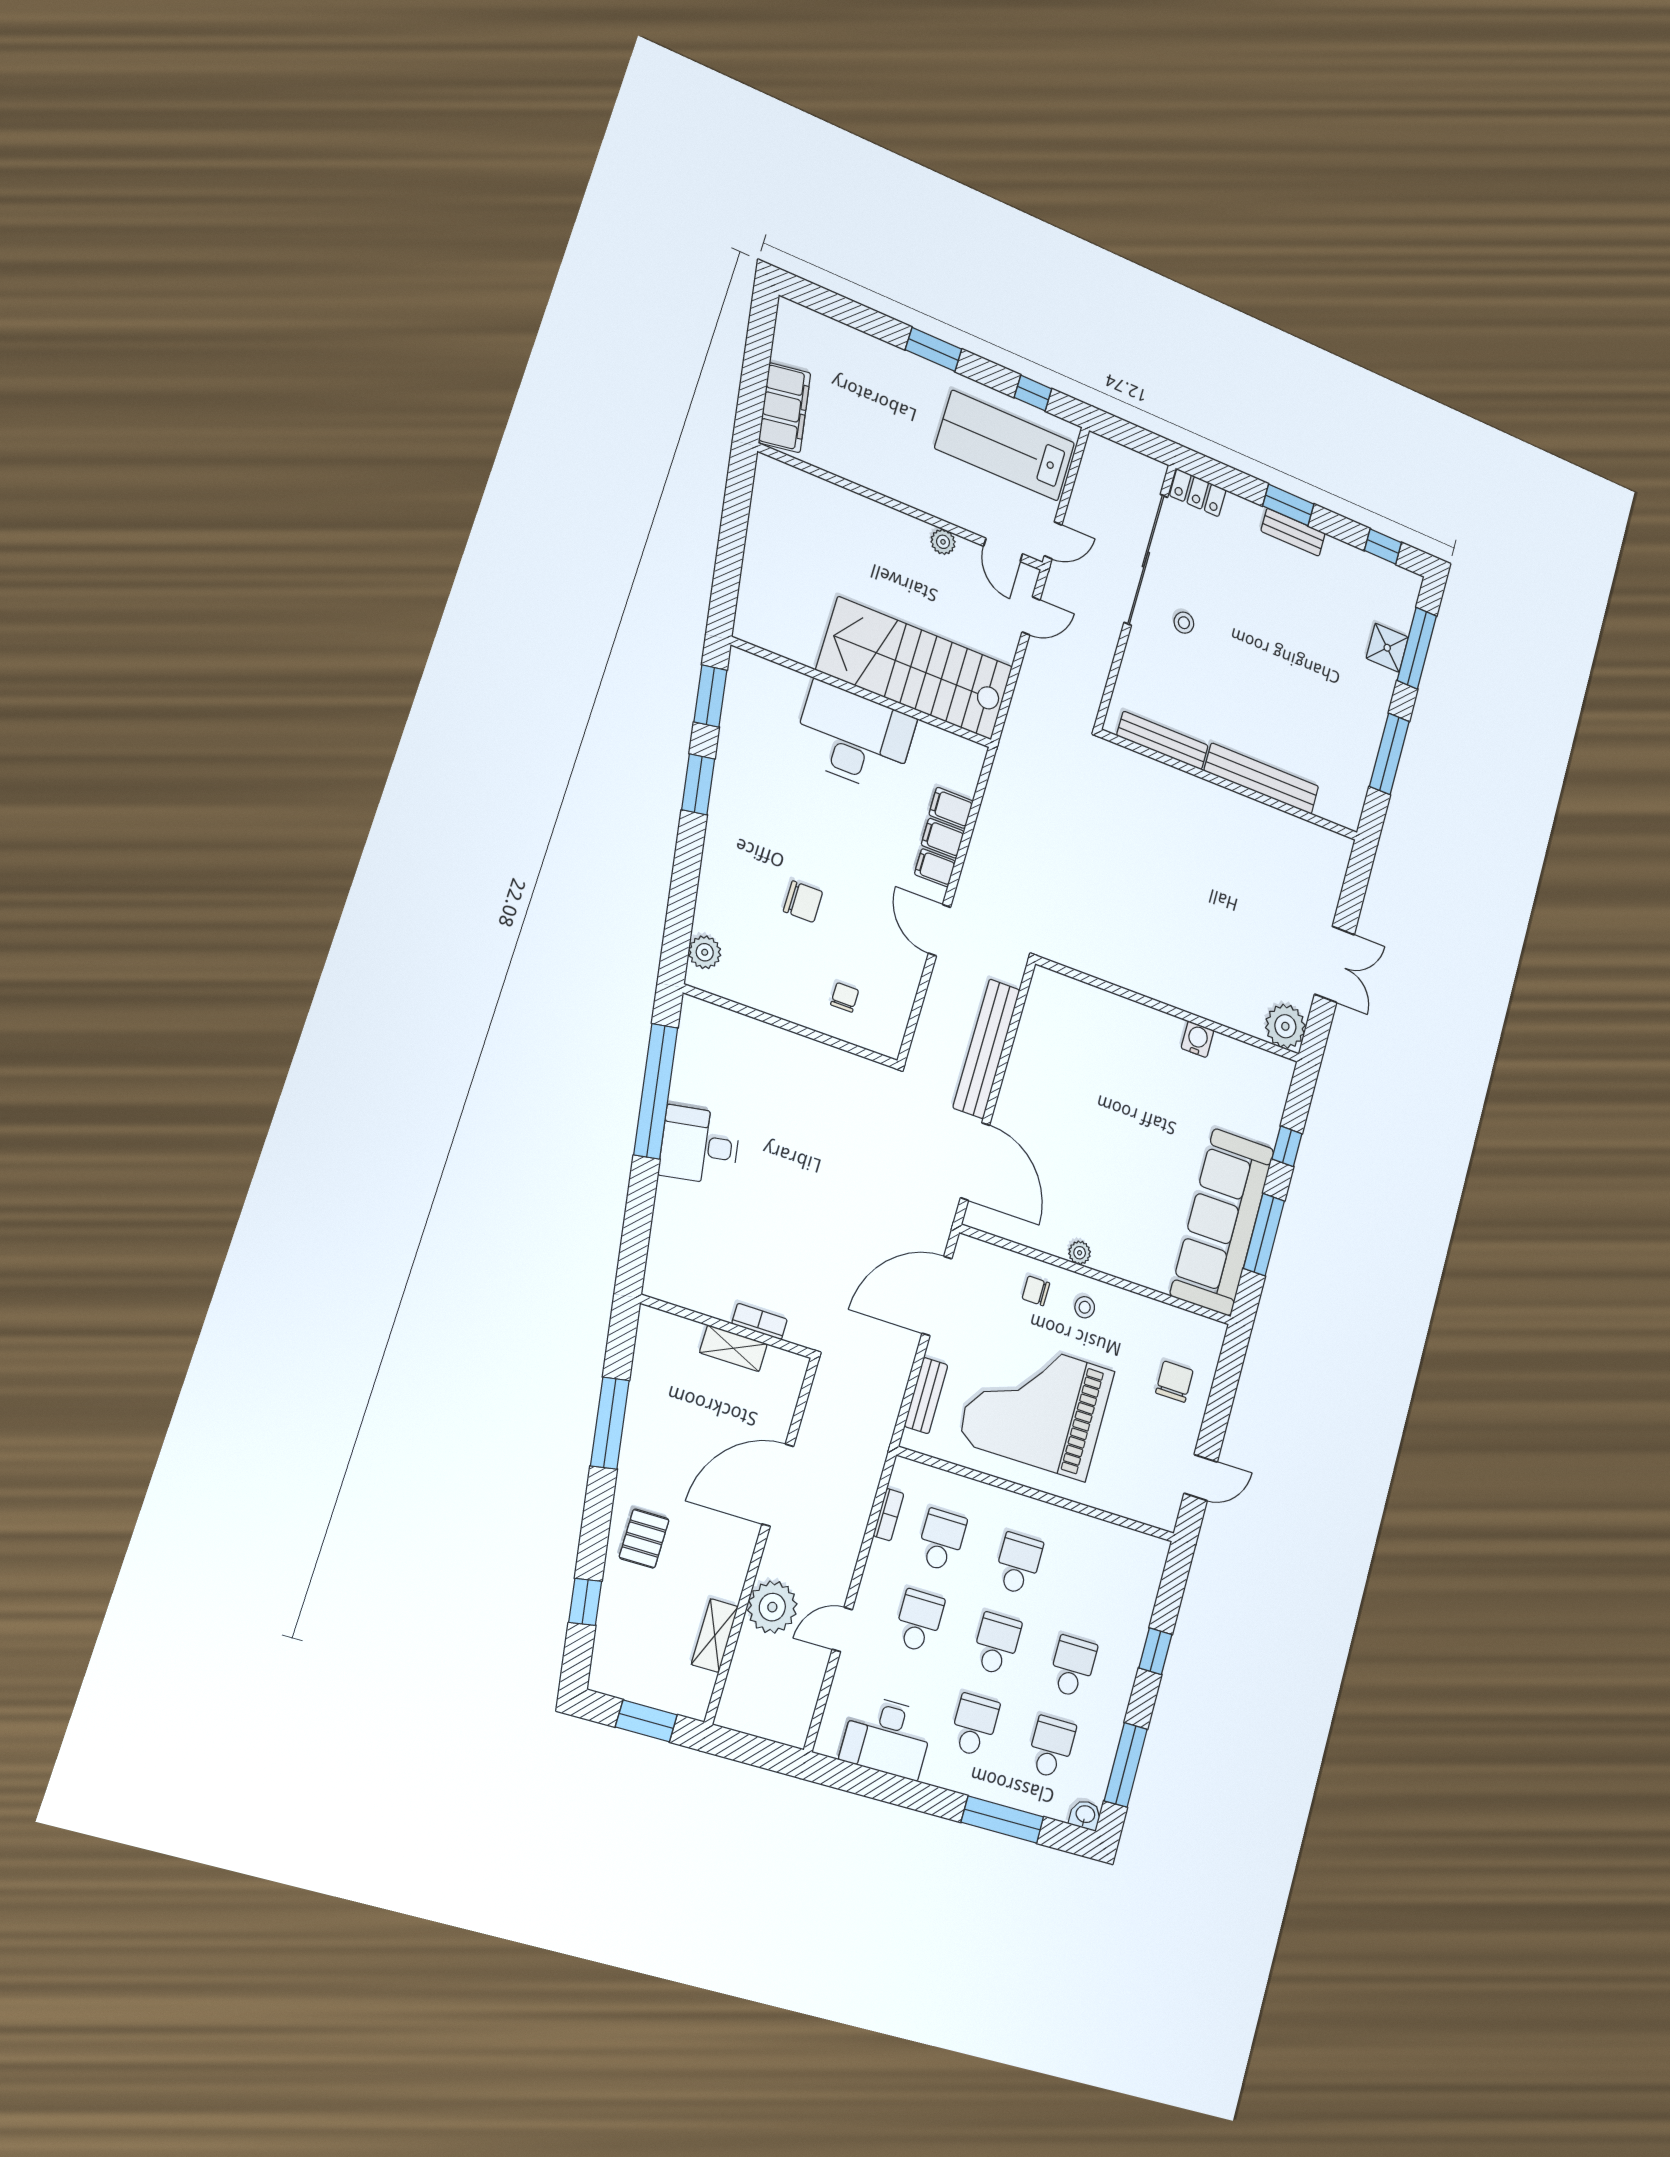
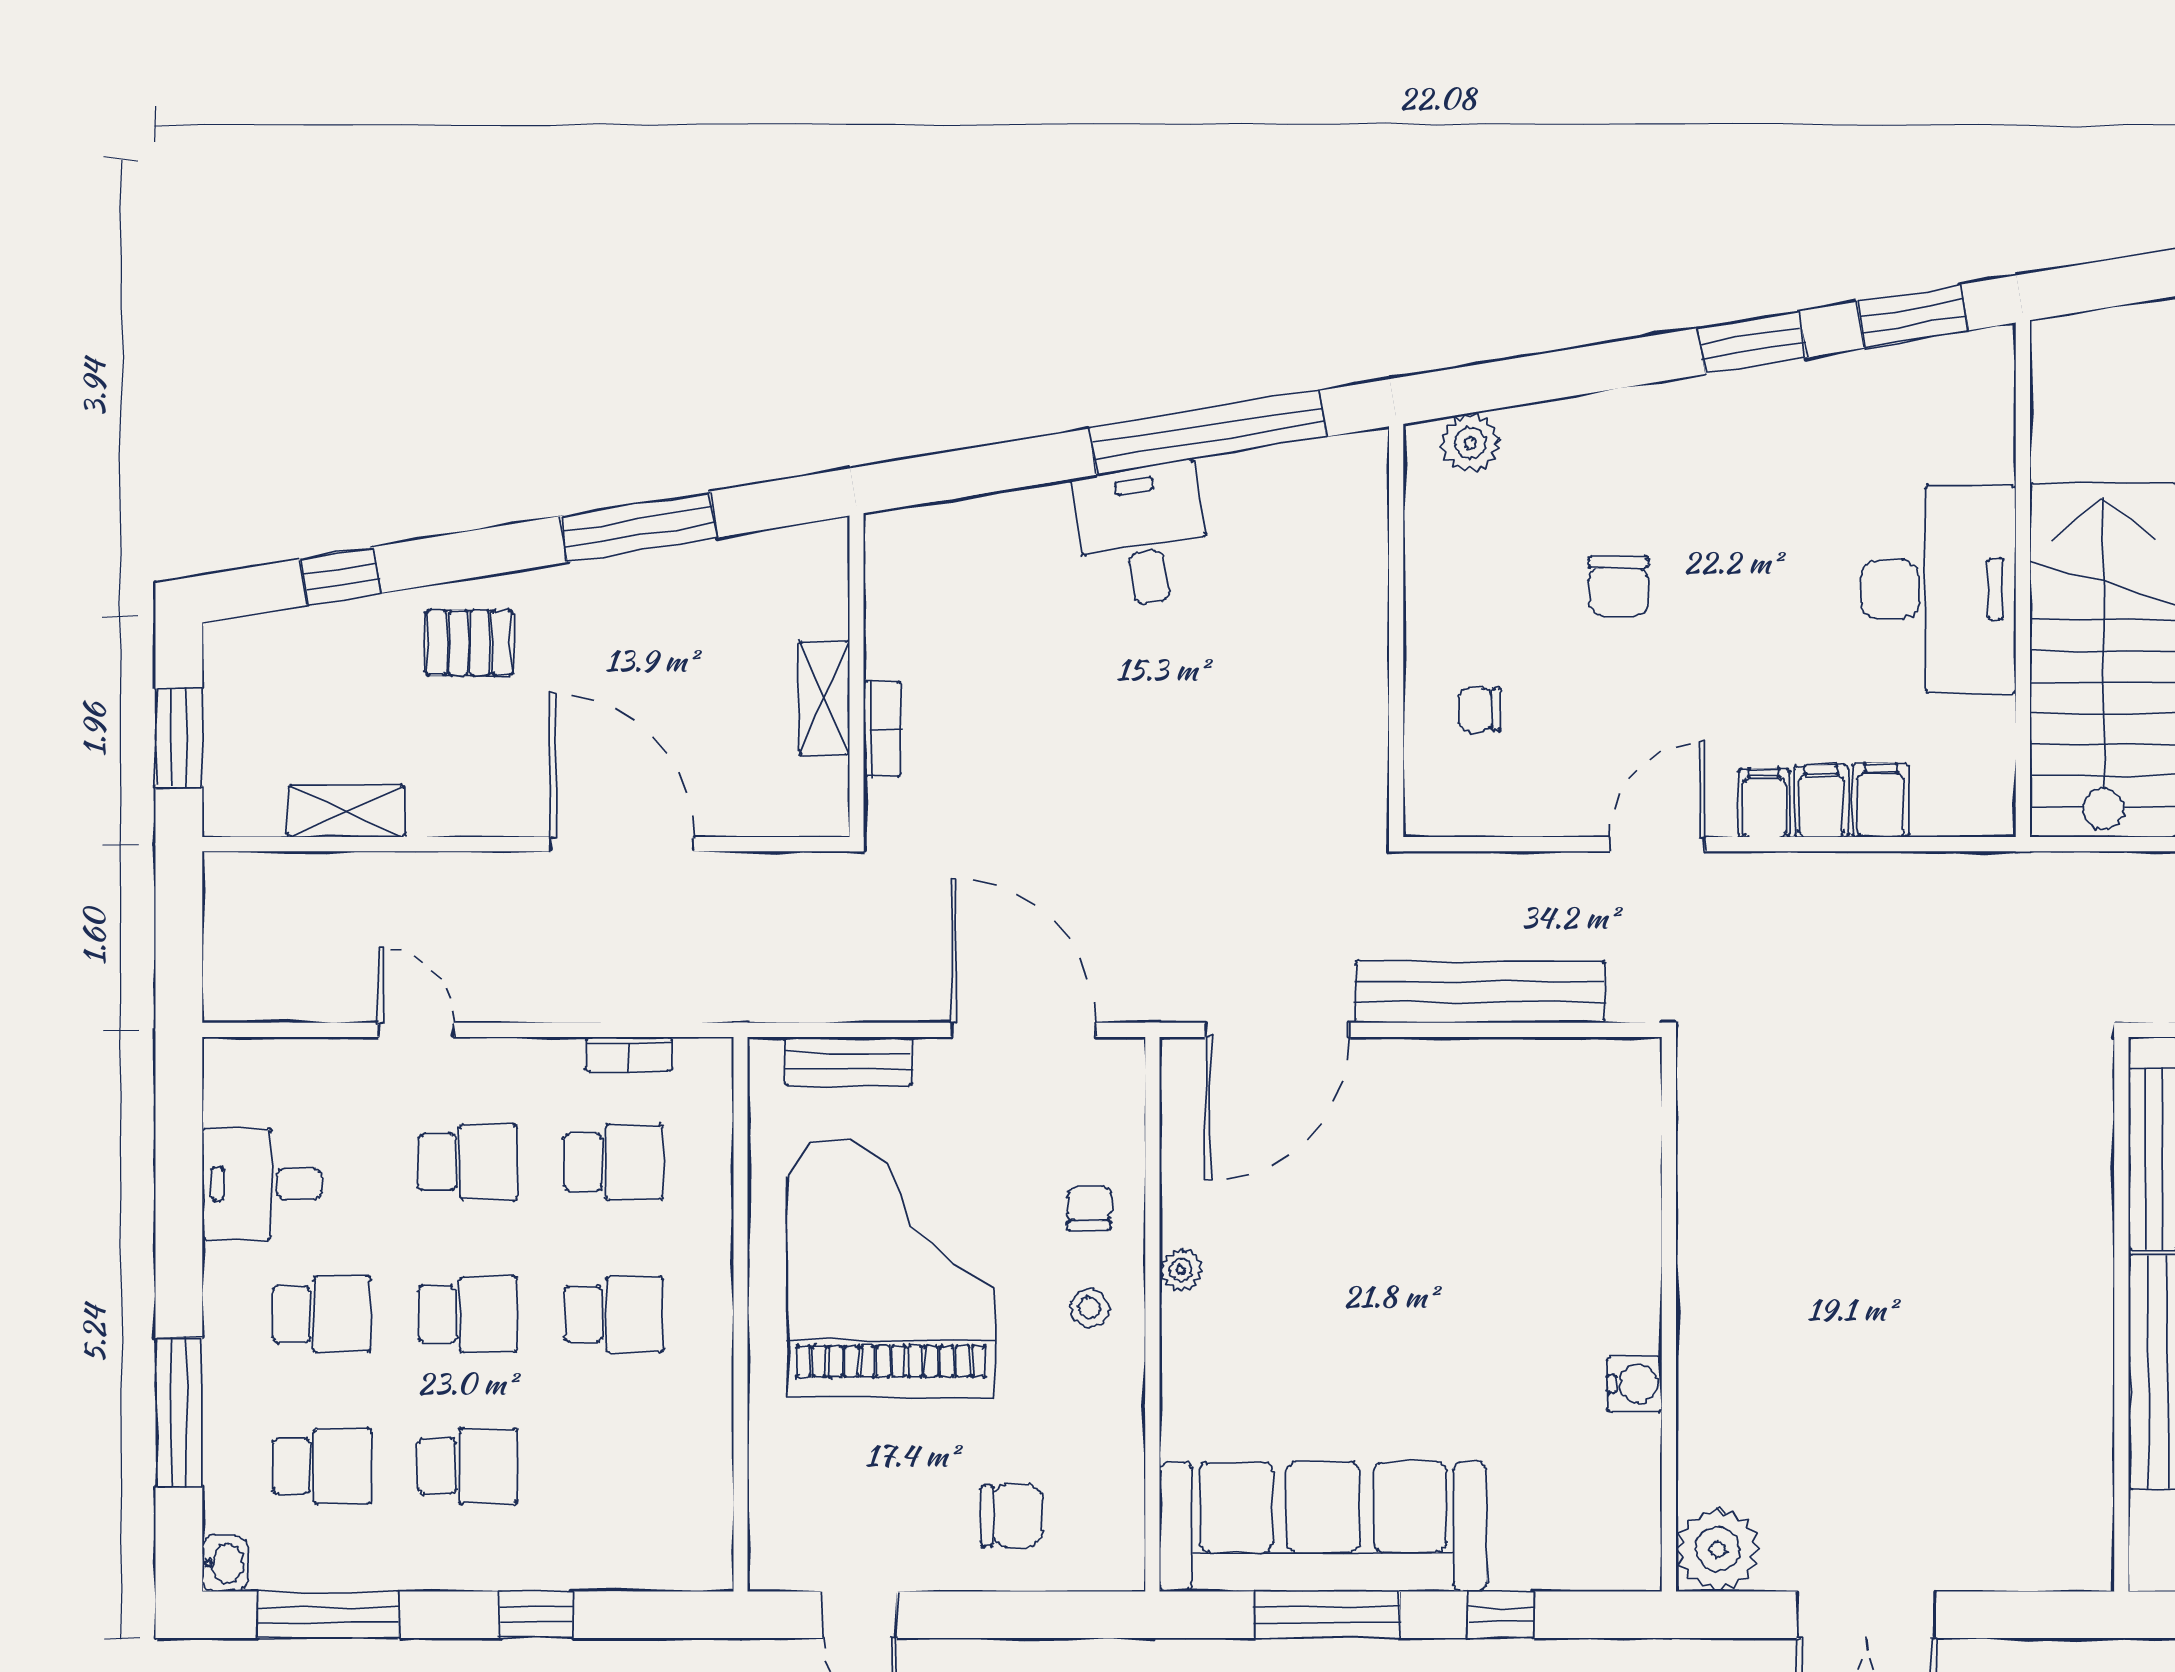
chair: (845, 997) -> (1480, 710), turned 180
plant: (772, 1607) -> (419, 896), removed
desk: (887, 1737) -> (262, 1184), width x0.73

